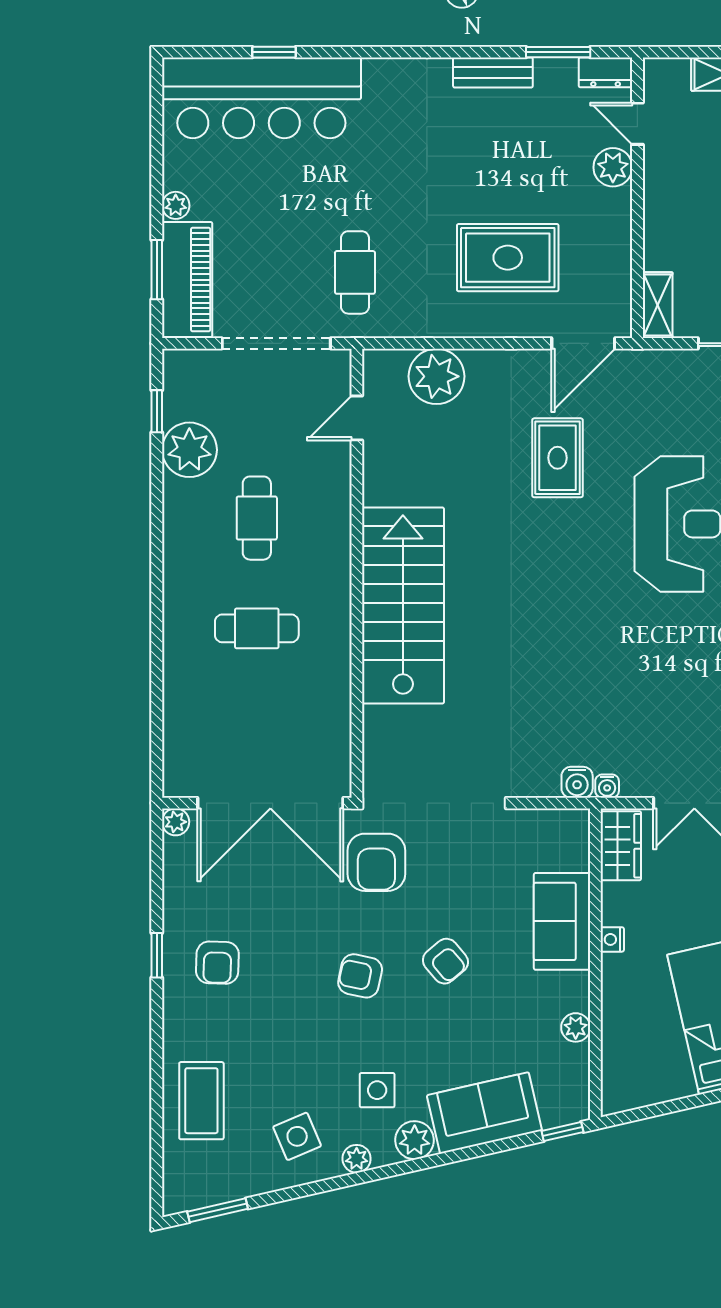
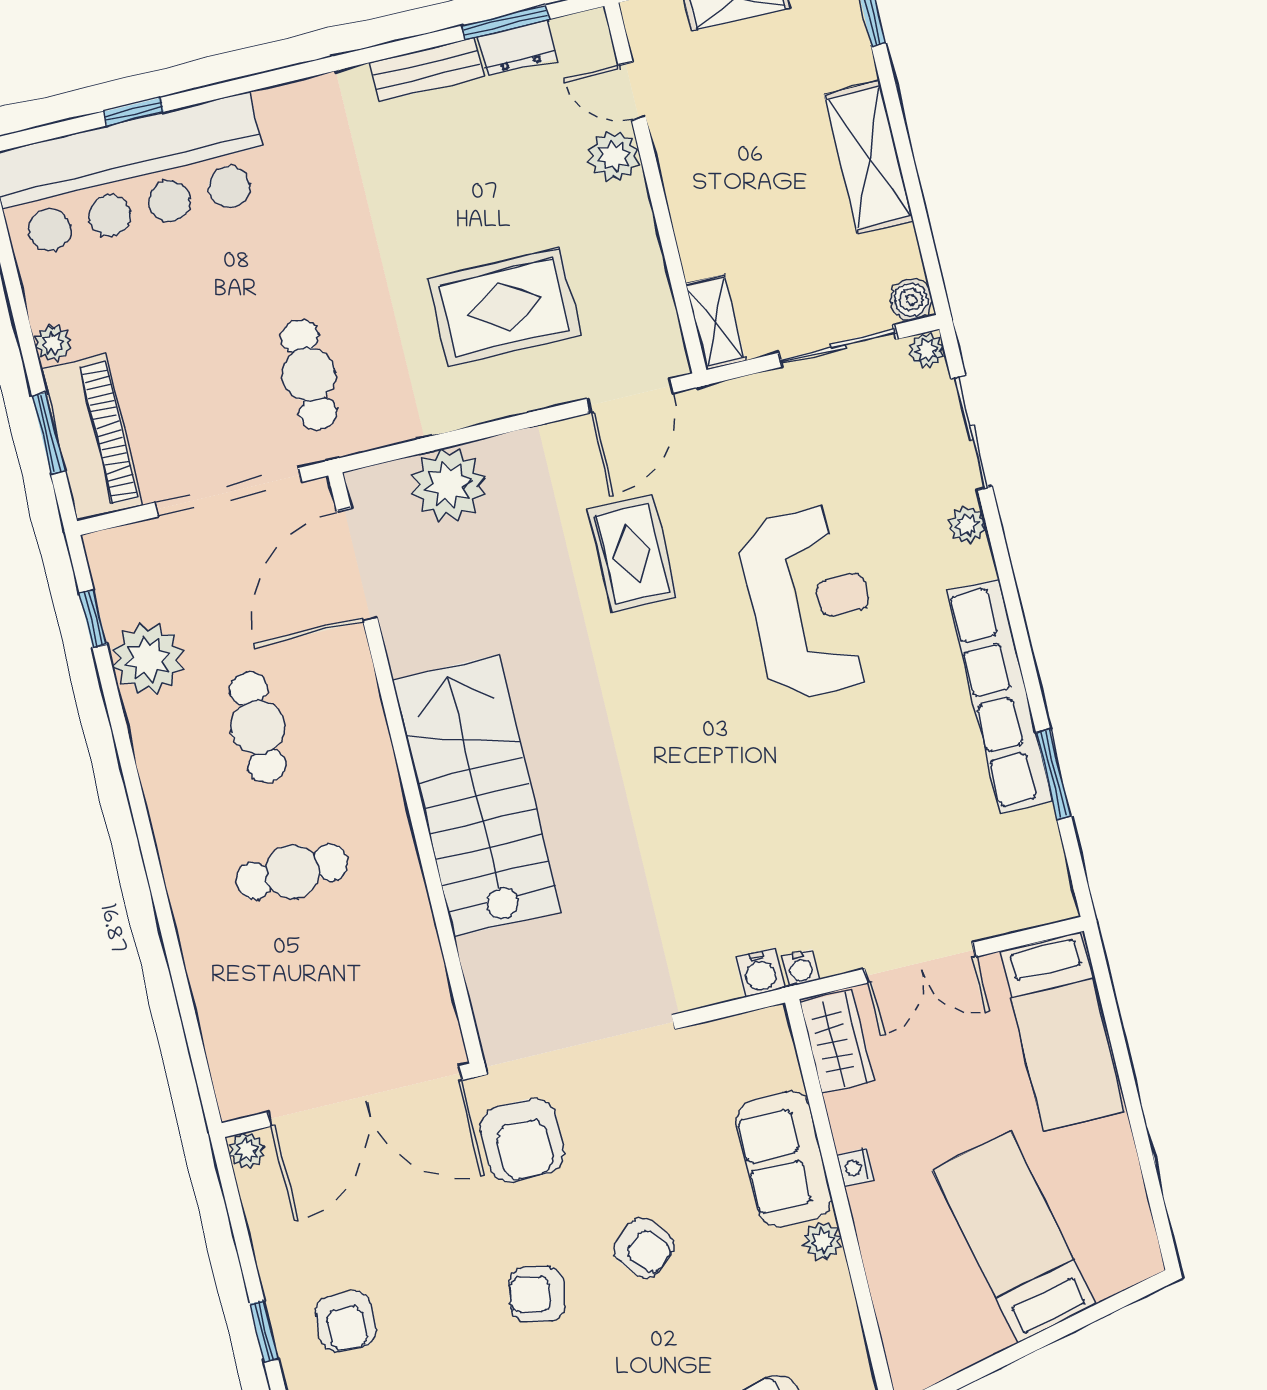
dresser: (606, 72) -> (517, 48), moved
door: (357, 418) -> (357, 565), width x1.87
plant: (576, 1027) -> (823, 1241), moved

